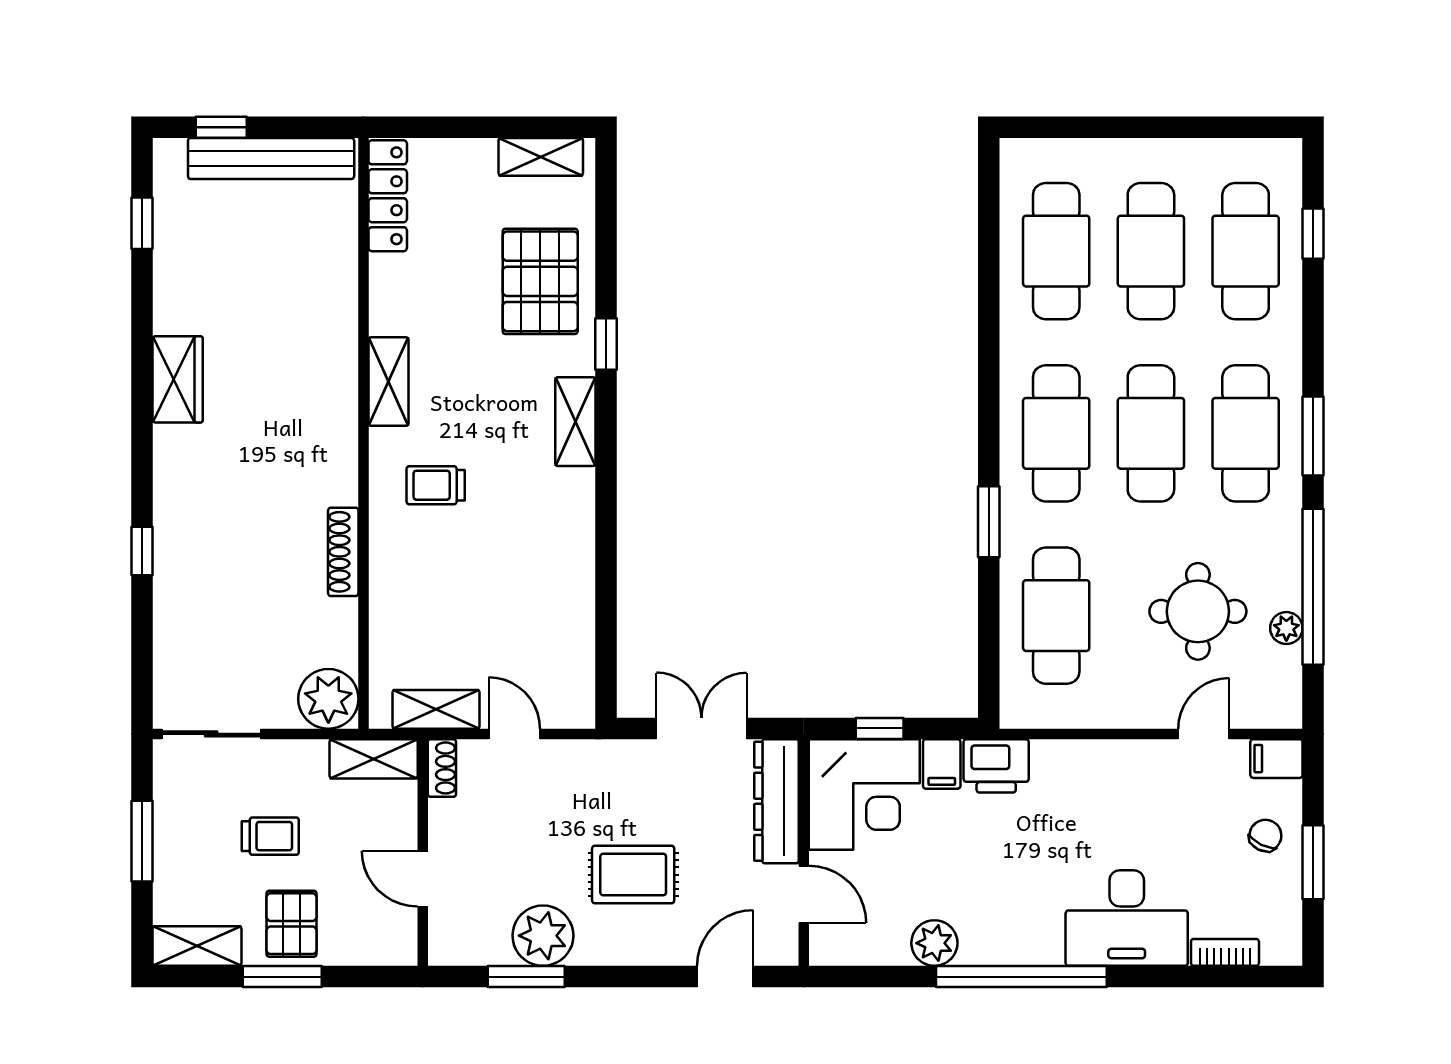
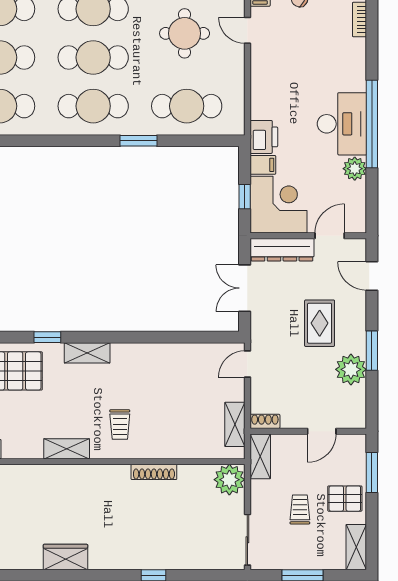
door: (514, 734) -> (247, 364), moved
desk: (1127, 918) -> (342, 124), moved
window: (282, 977) -> (372, 472), moved
window: (526, 977) -> (372, 351), moved

